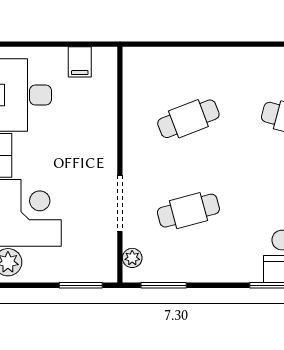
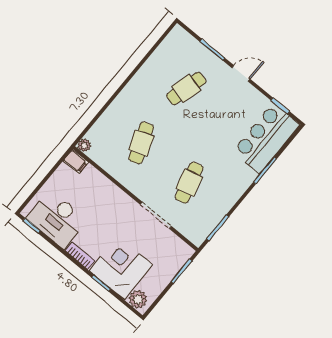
filing cabinet: (80, 62) -> (76, 161), moved
plant: (132, 258) -> (84, 145), moved

